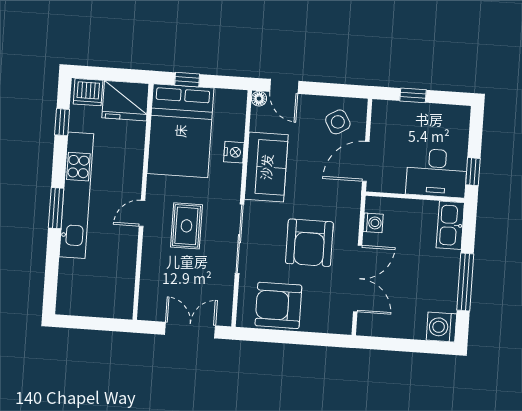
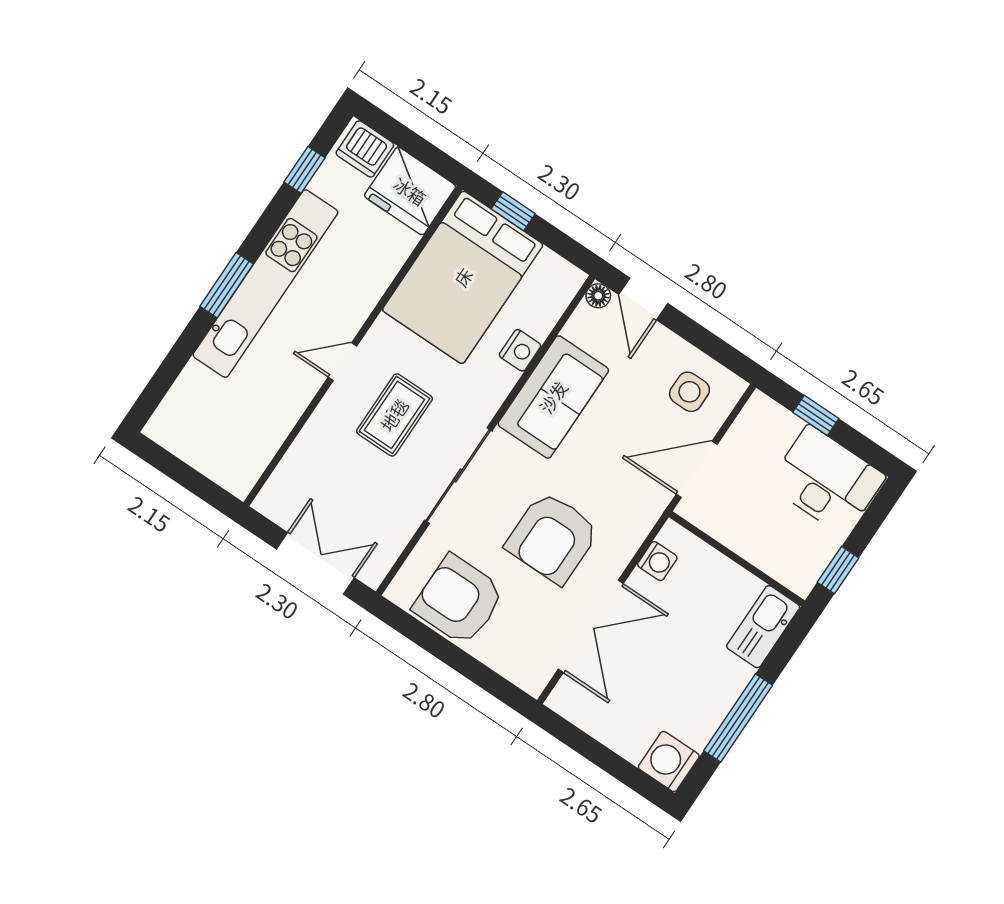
side table: (338, 122) -> (689, 392), turned 31
desk: (437, 173) -> (827, 481), moved, turned 180

